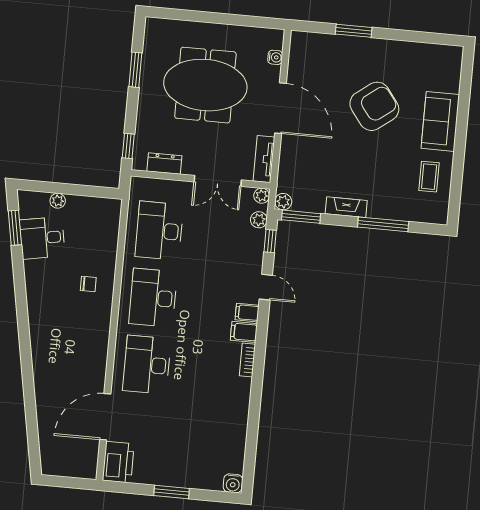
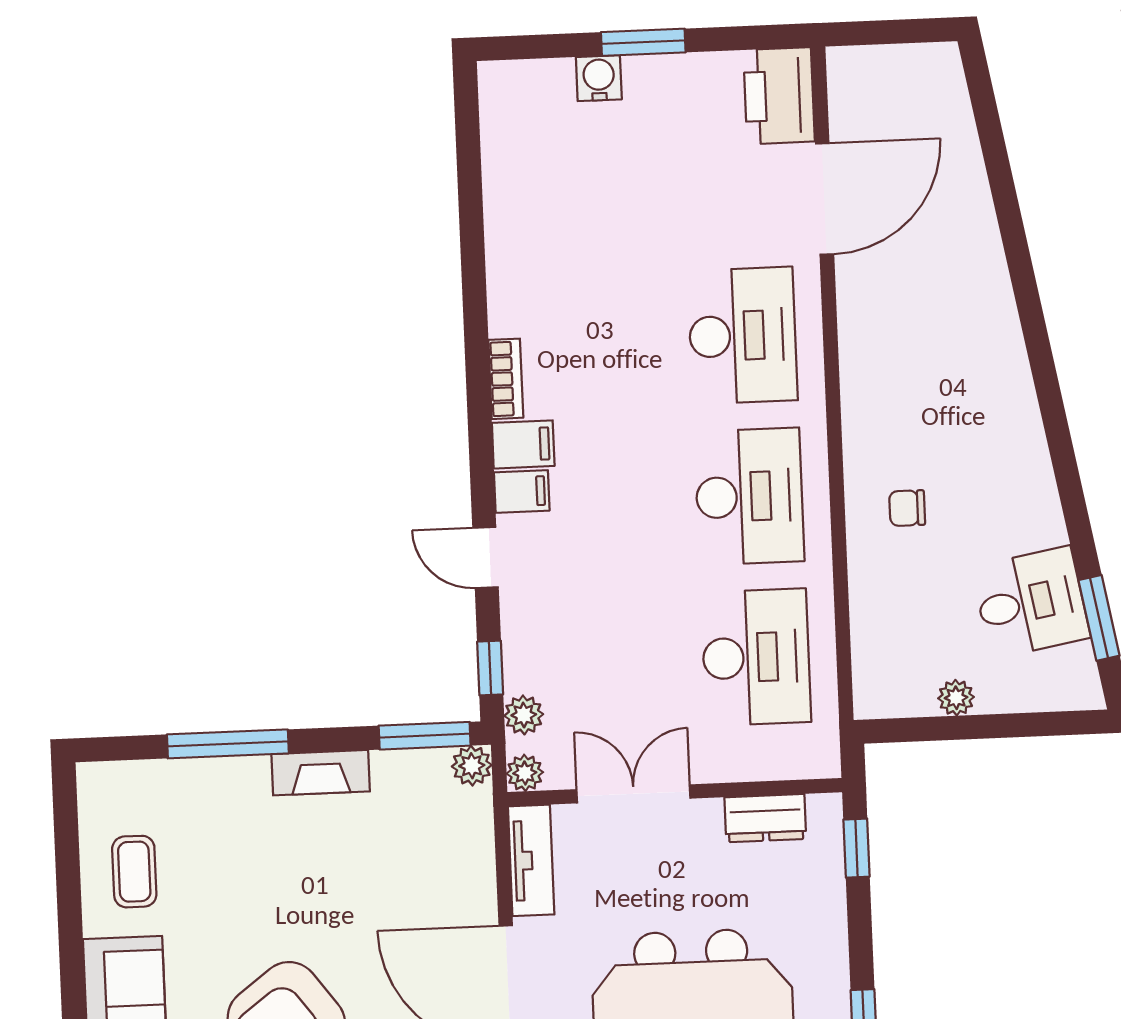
plant: (58, 201) -> (956, 698), moved
water cooler: (233, 483) -> (599, 78), moved

